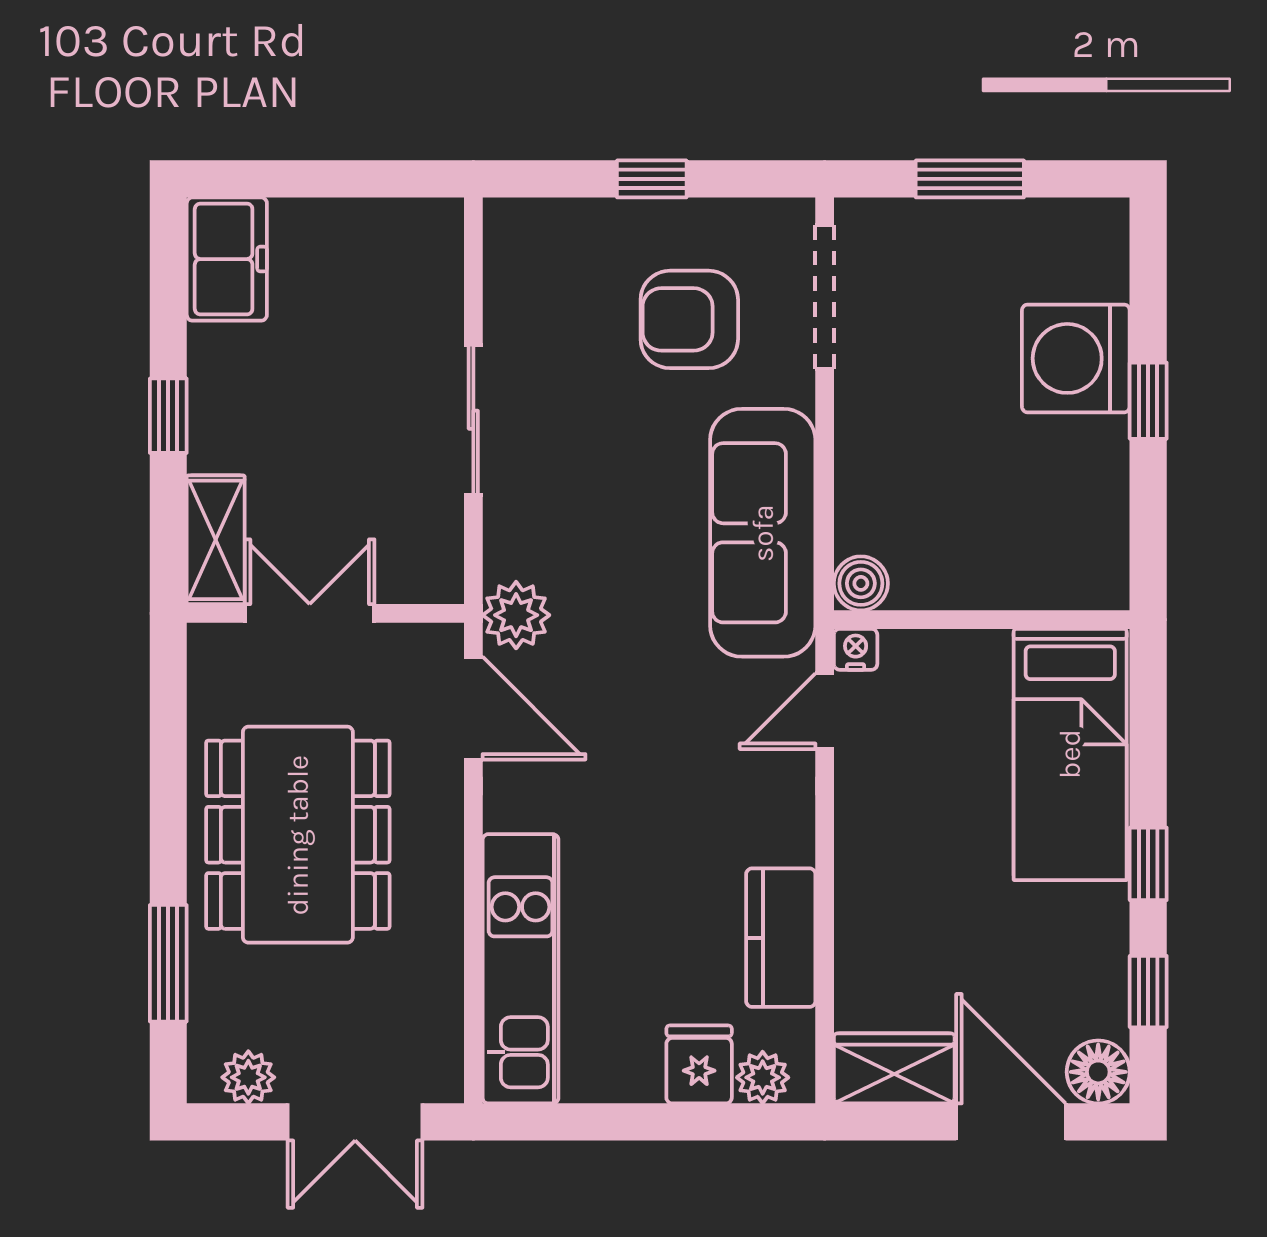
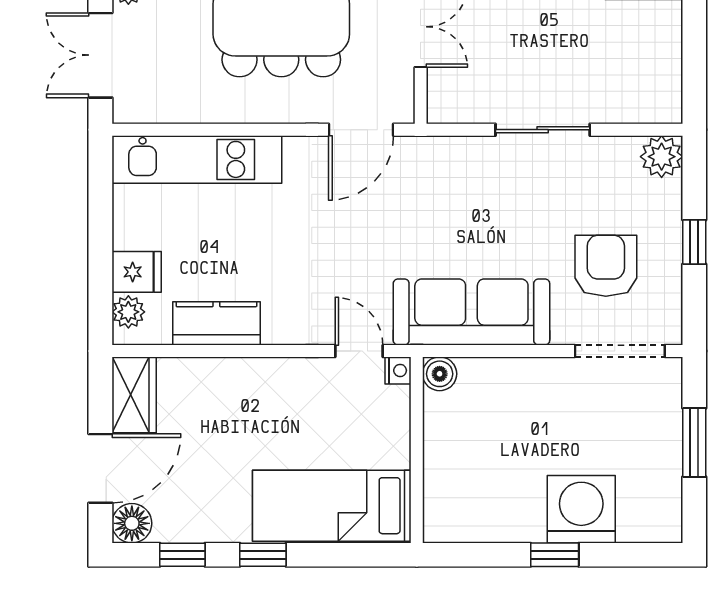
plant: (516, 615) -> (662, 157), moved

